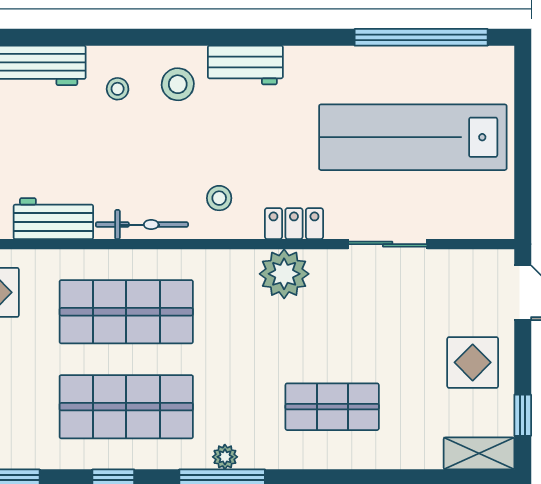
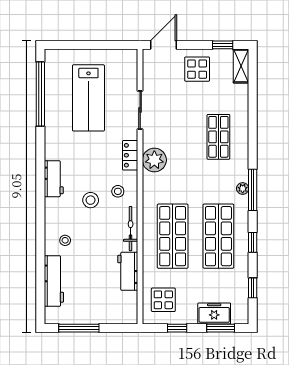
stool: (178, 84) -> (91, 200), moved
lab bench: (413, 137) -> (88, 98), width x0.73

